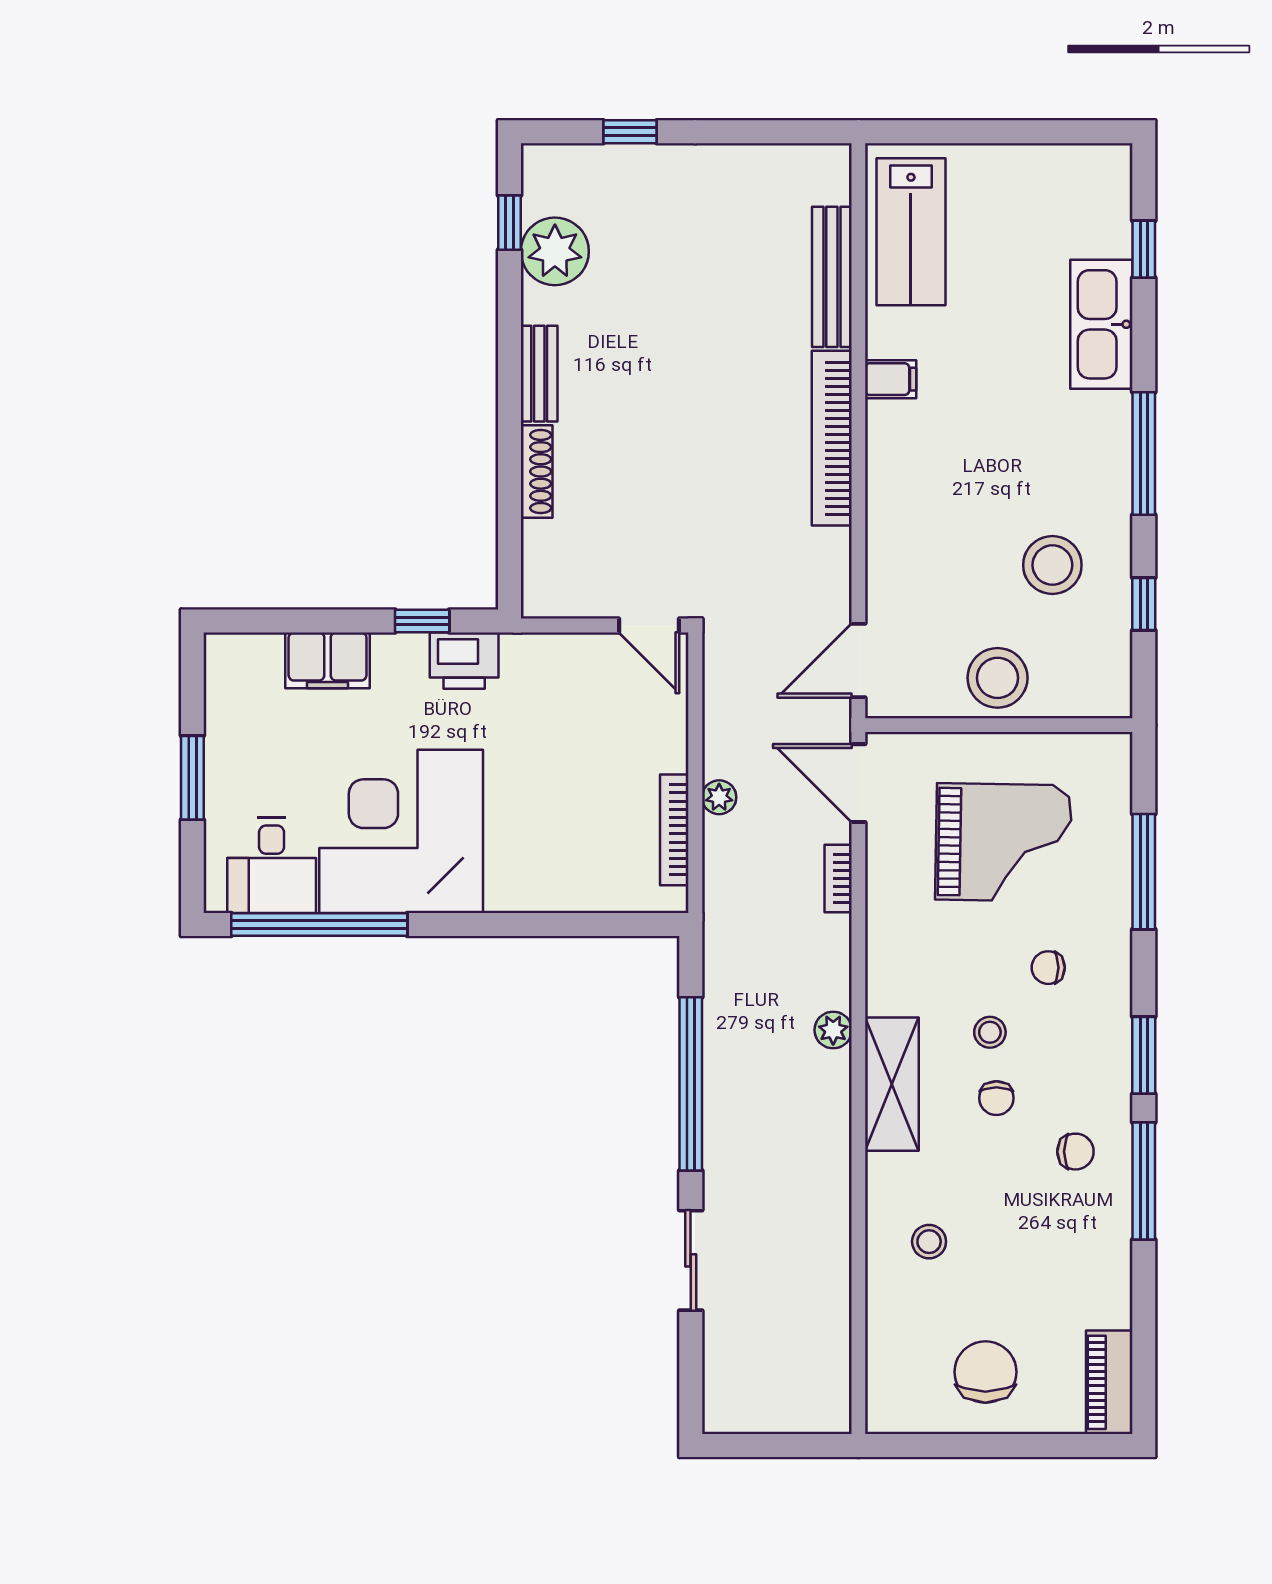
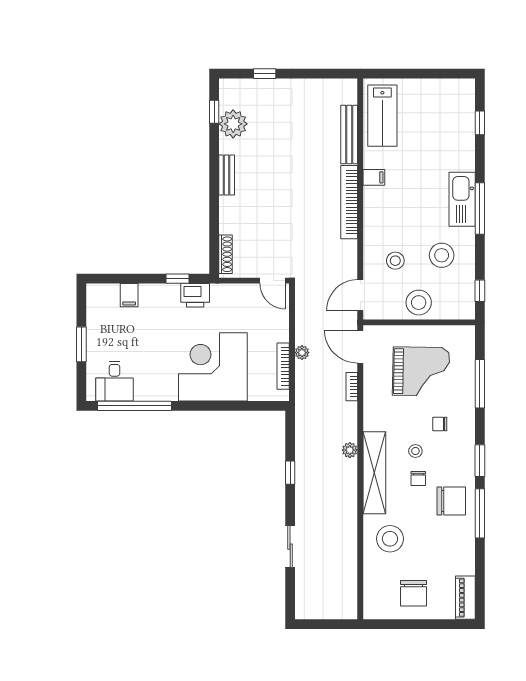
kitchen sink: (1101, 324) -> (462, 199), moved
shoe rack: (537, 471) -> (226, 254), moved
stool: (942, 578) -> (395, 261), added
window: (1144, 604) -> (480, 291), moved
filing cabinet: (328, 660) -> (129, 295), width x0.50
corner desk: (401, 831) -> (213, 367), moved
window: (691, 1084) -> (290, 473), width x0.32
shelving: (892, 1084) -> (374, 473), width x1.47
chair: (1075, 1152) -> (451, 501), width x1.87, depth x1.87
stool: (929, 1242) -> (390, 539), width x1.89, depth x1.89
chair: (985, 1372) -> (414, 593), turned 180

